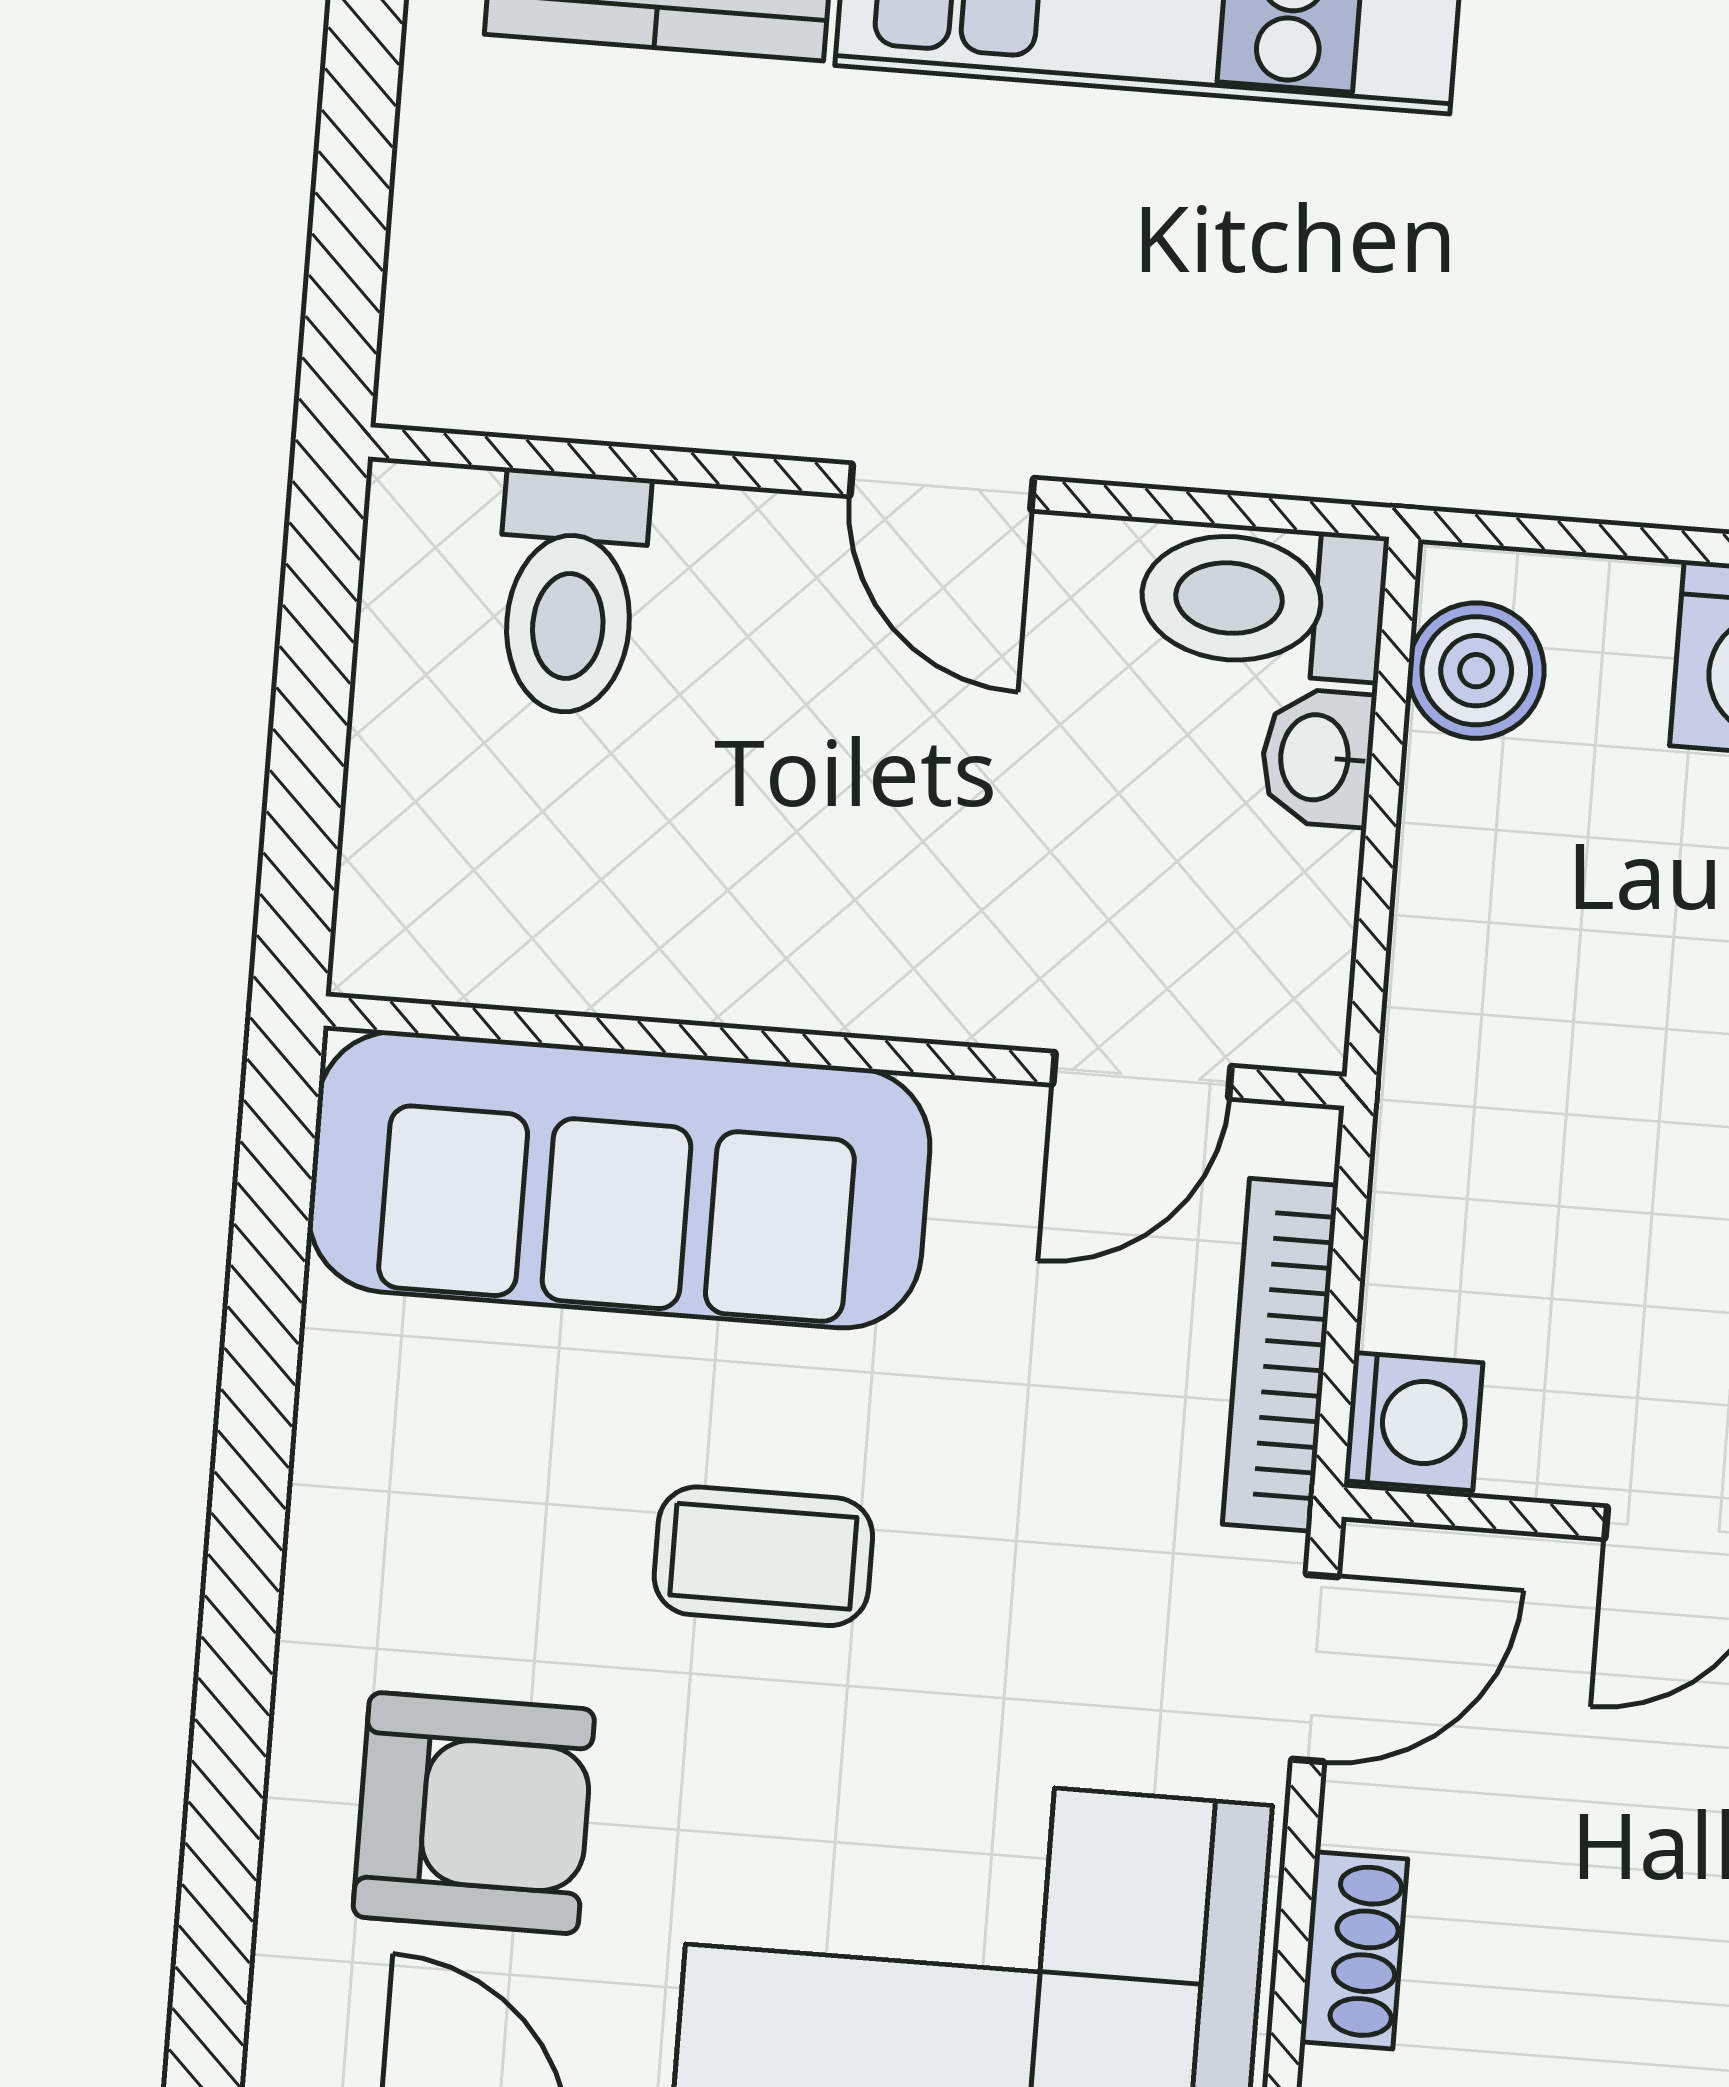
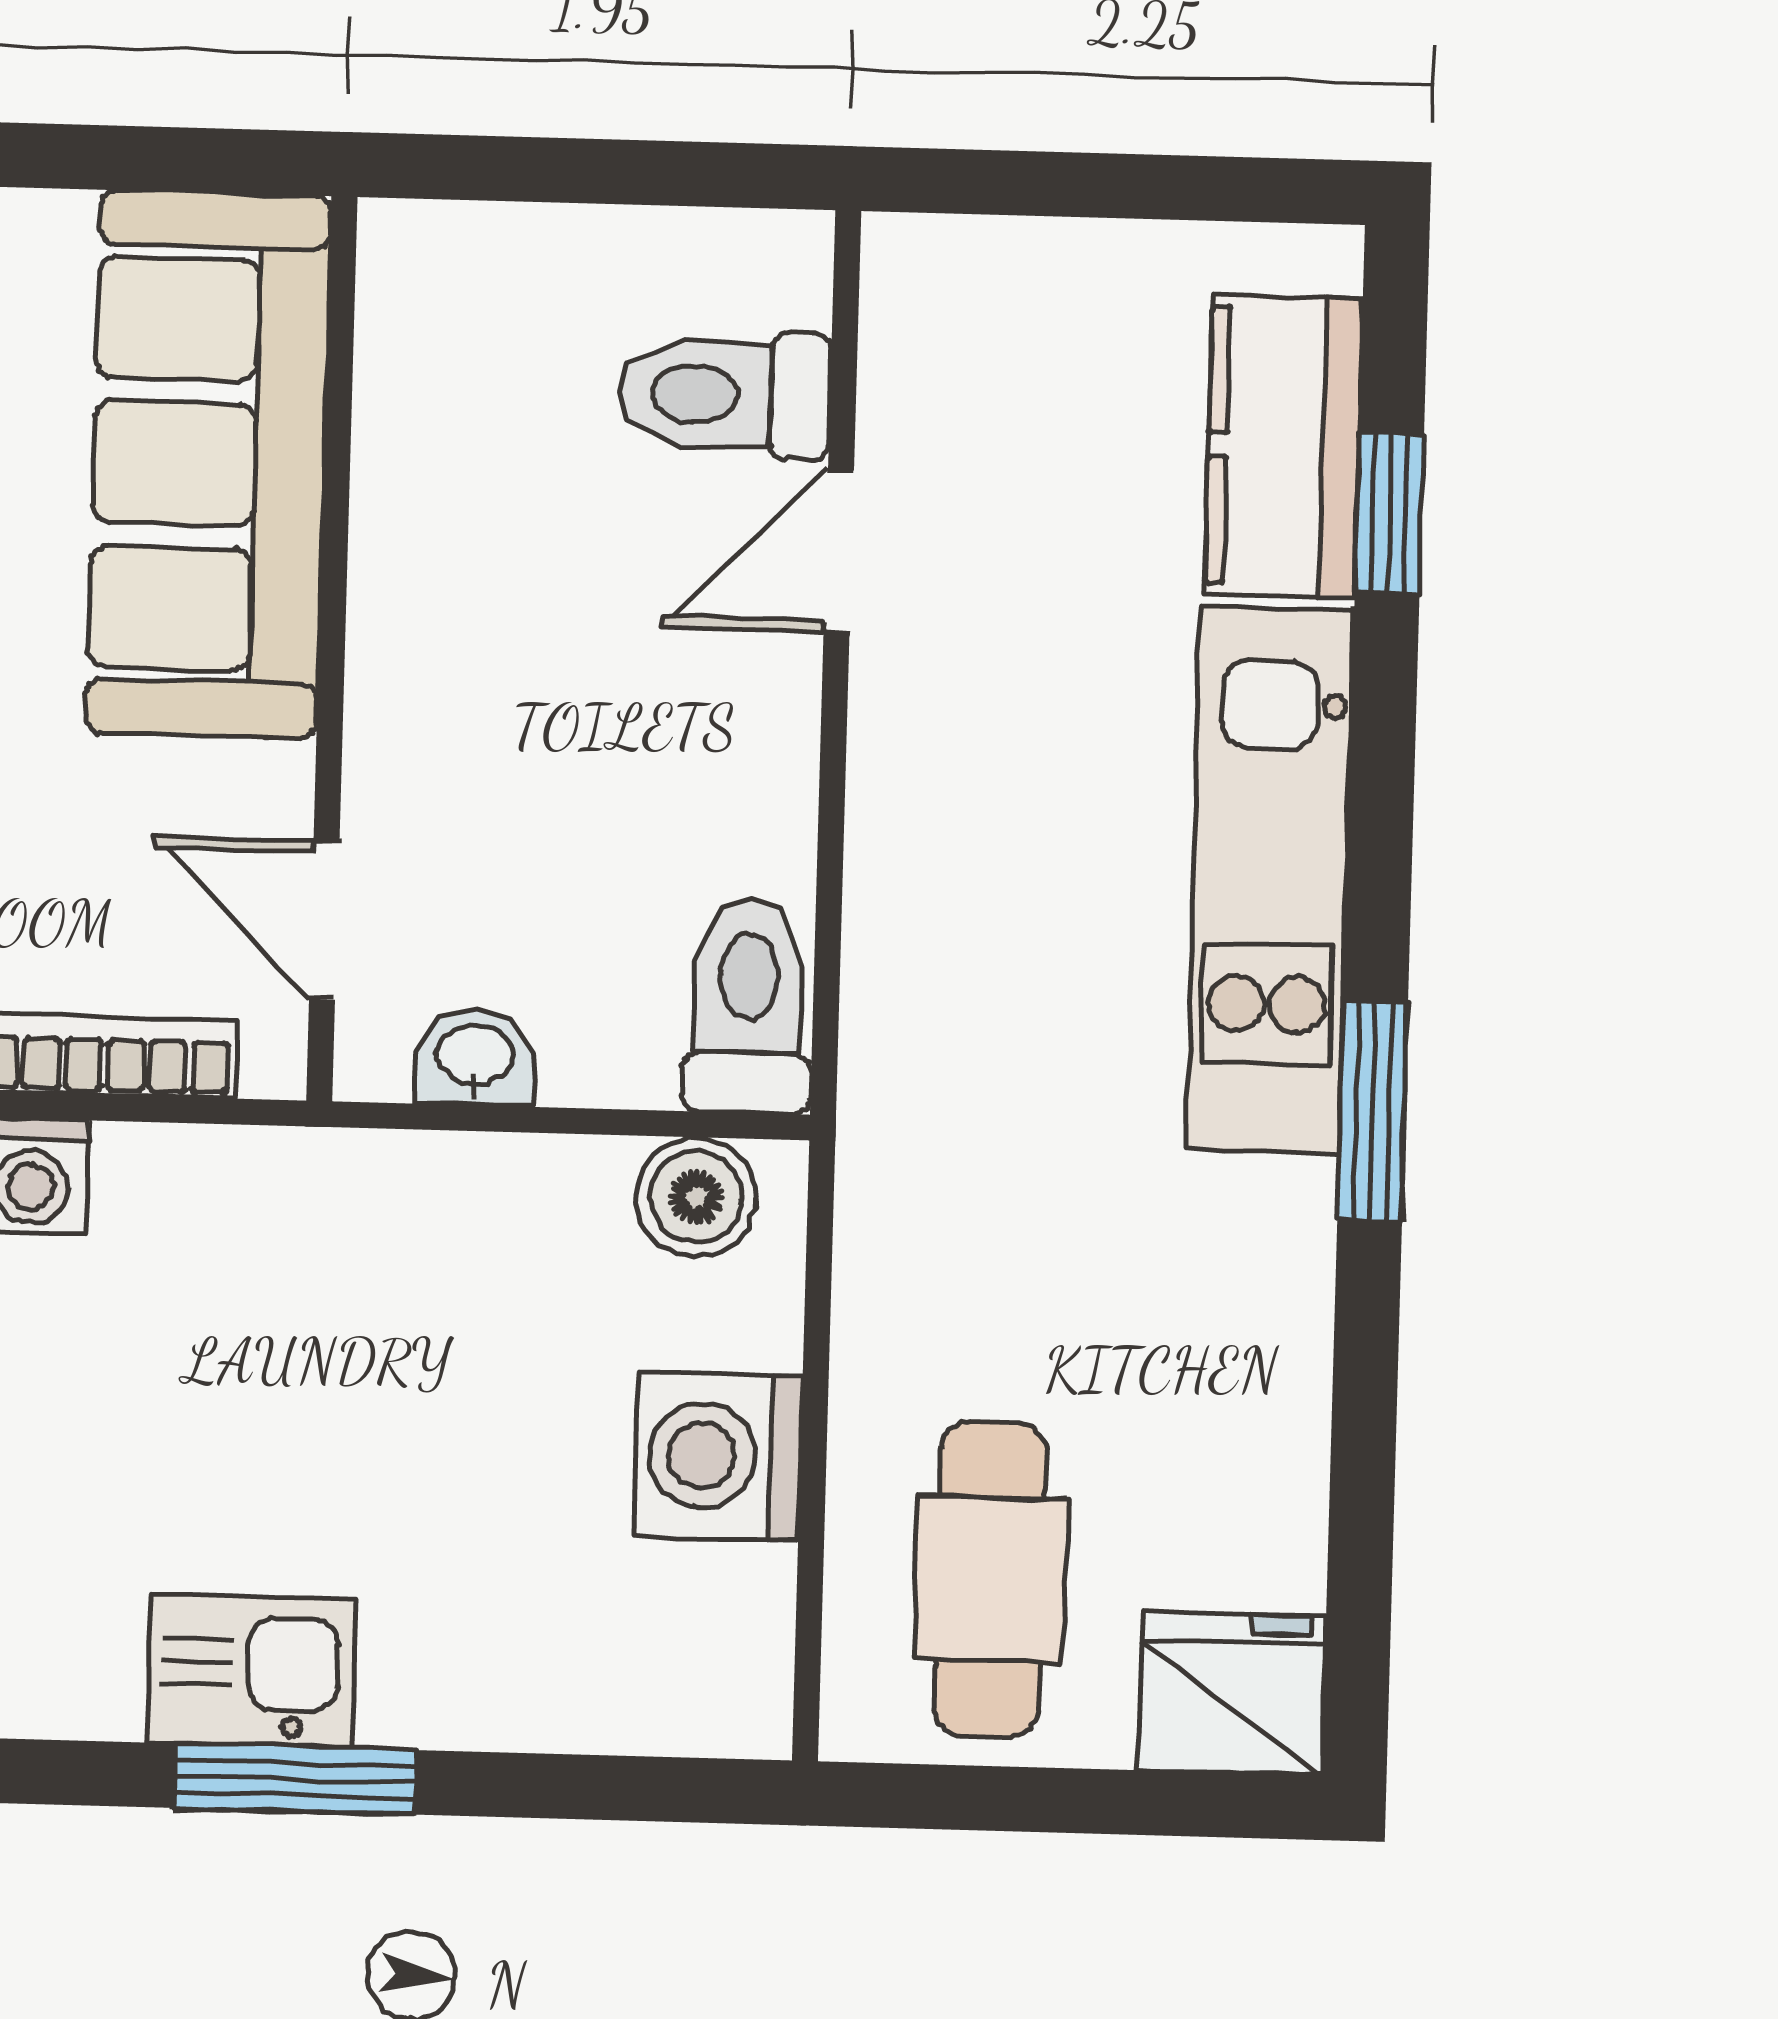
door: (942, 487) -> (839, 551), moved
washbasin: (1318, 758) -> (475, 1057), moved

